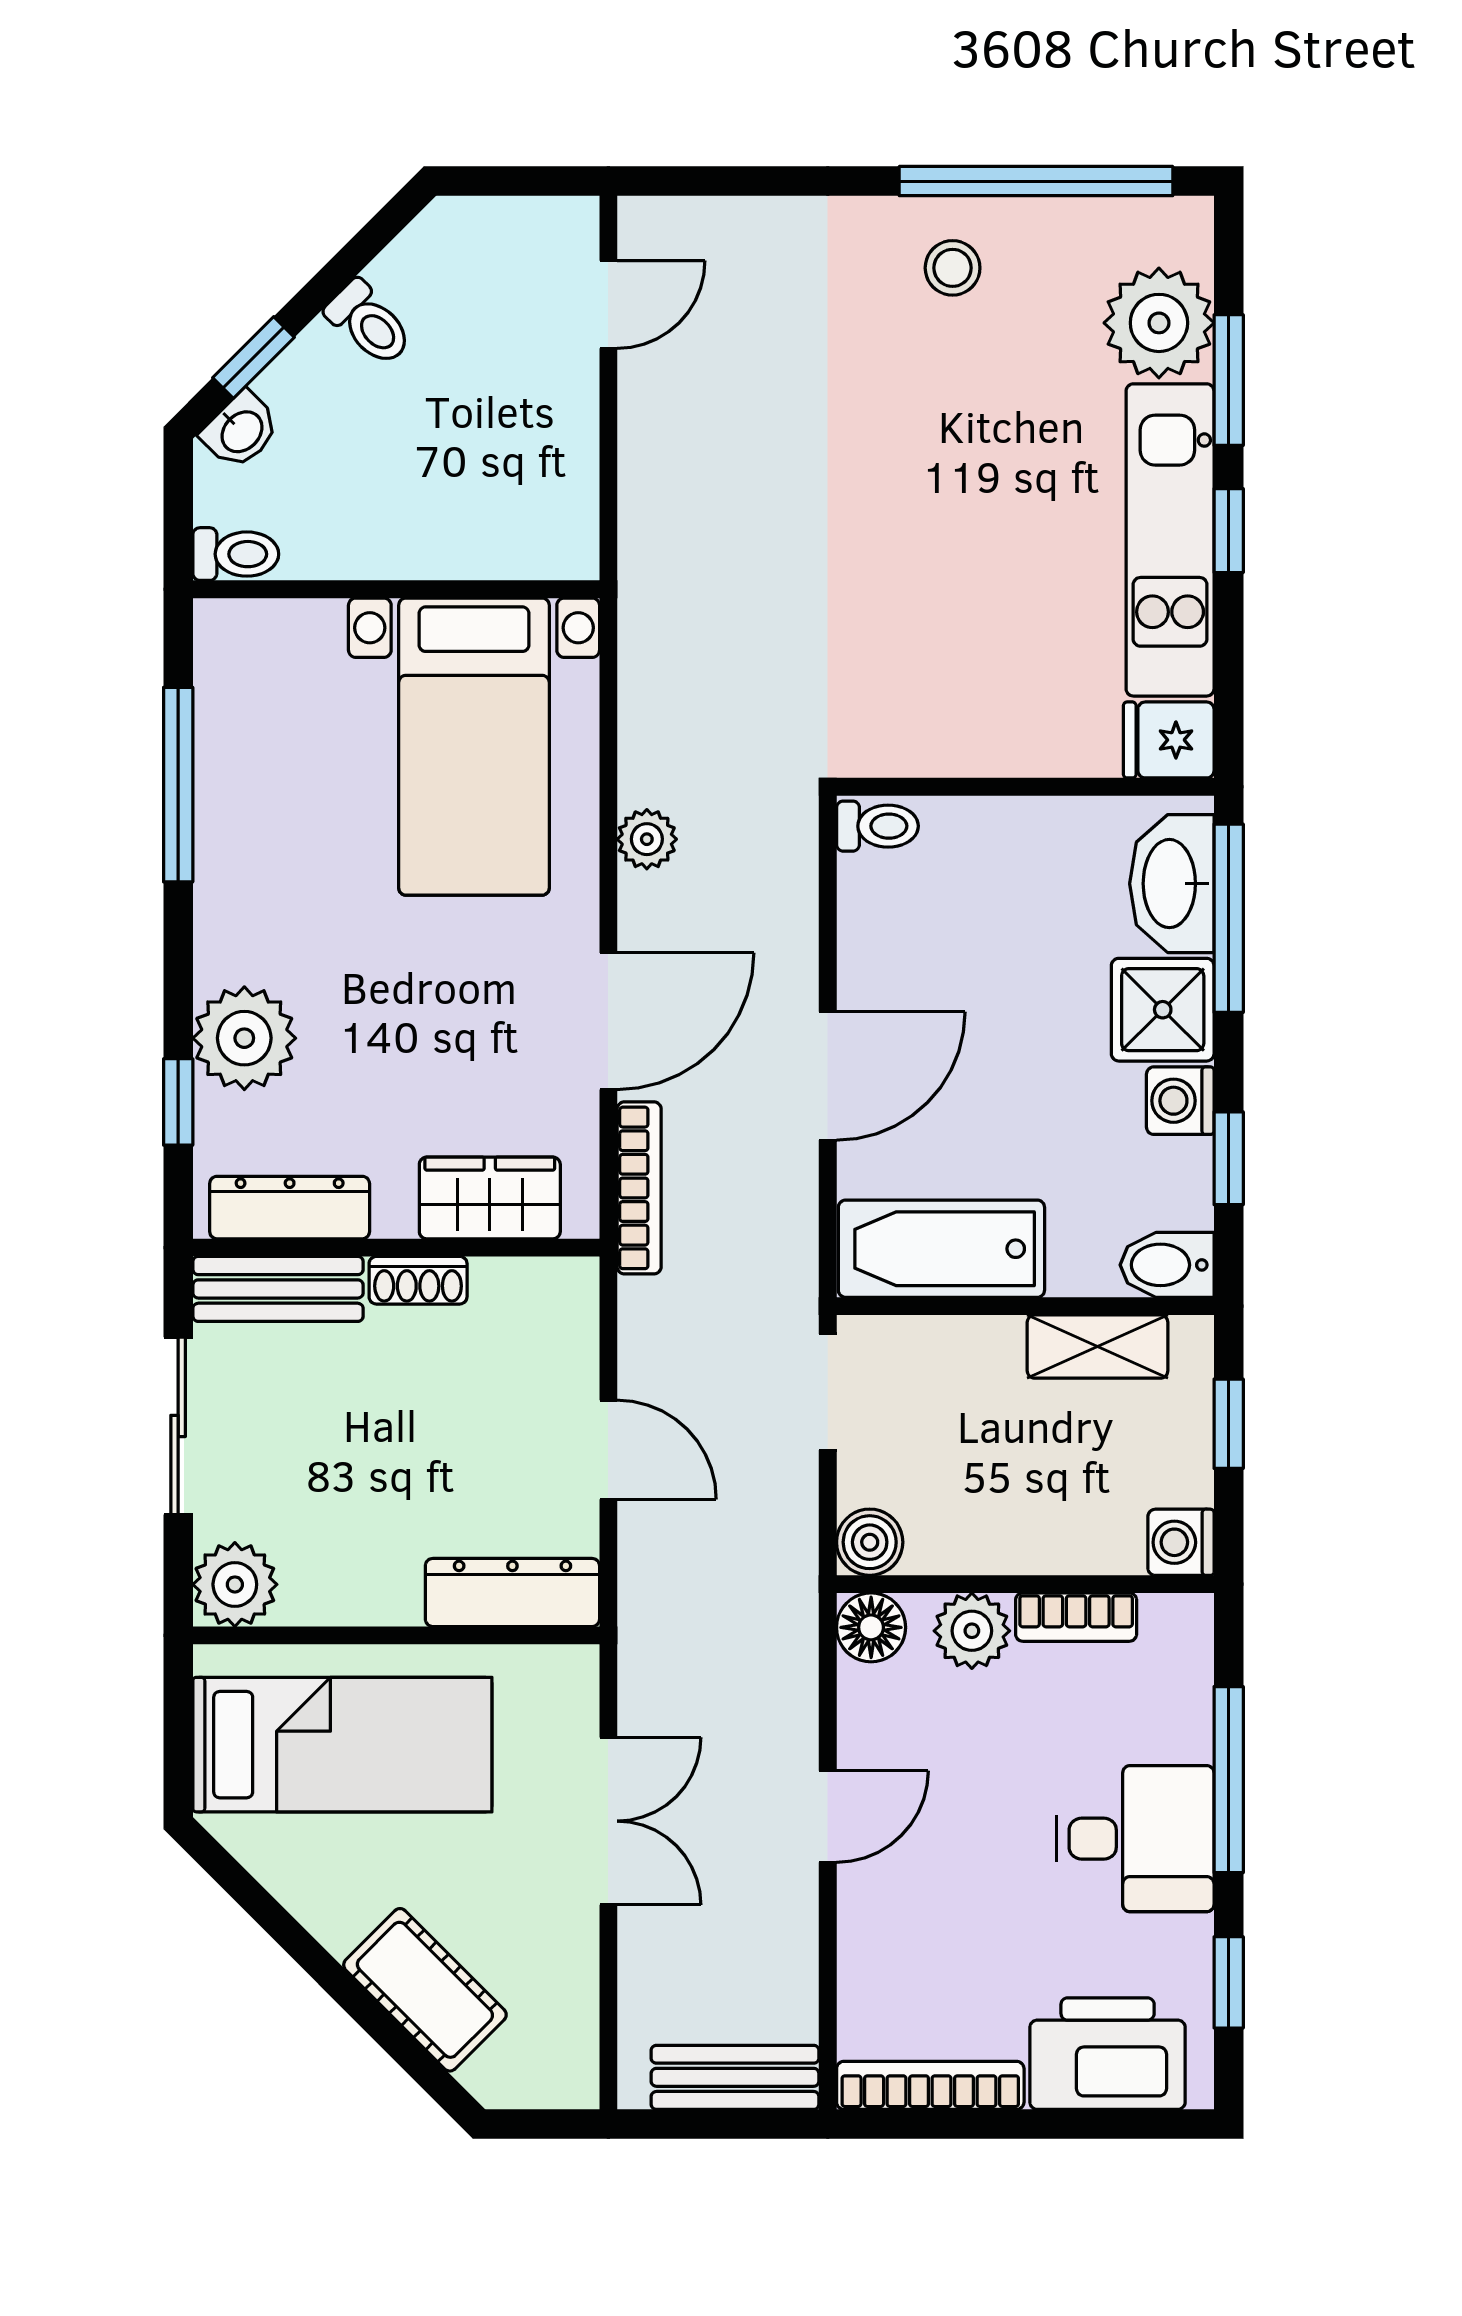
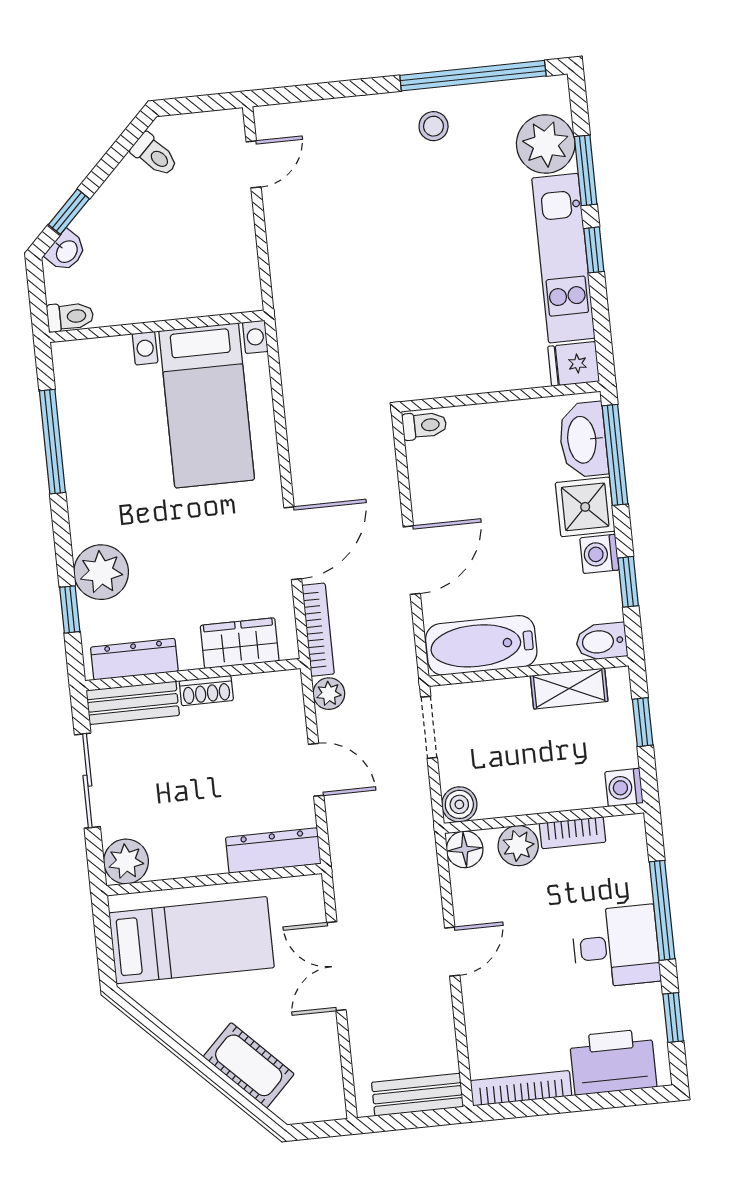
toilet: (369, 323) -> (154, 155), moved
plant: (647, 839) -> (329, 694), moved
double door: (608, 1821) -> (336, 966), swing flipped

